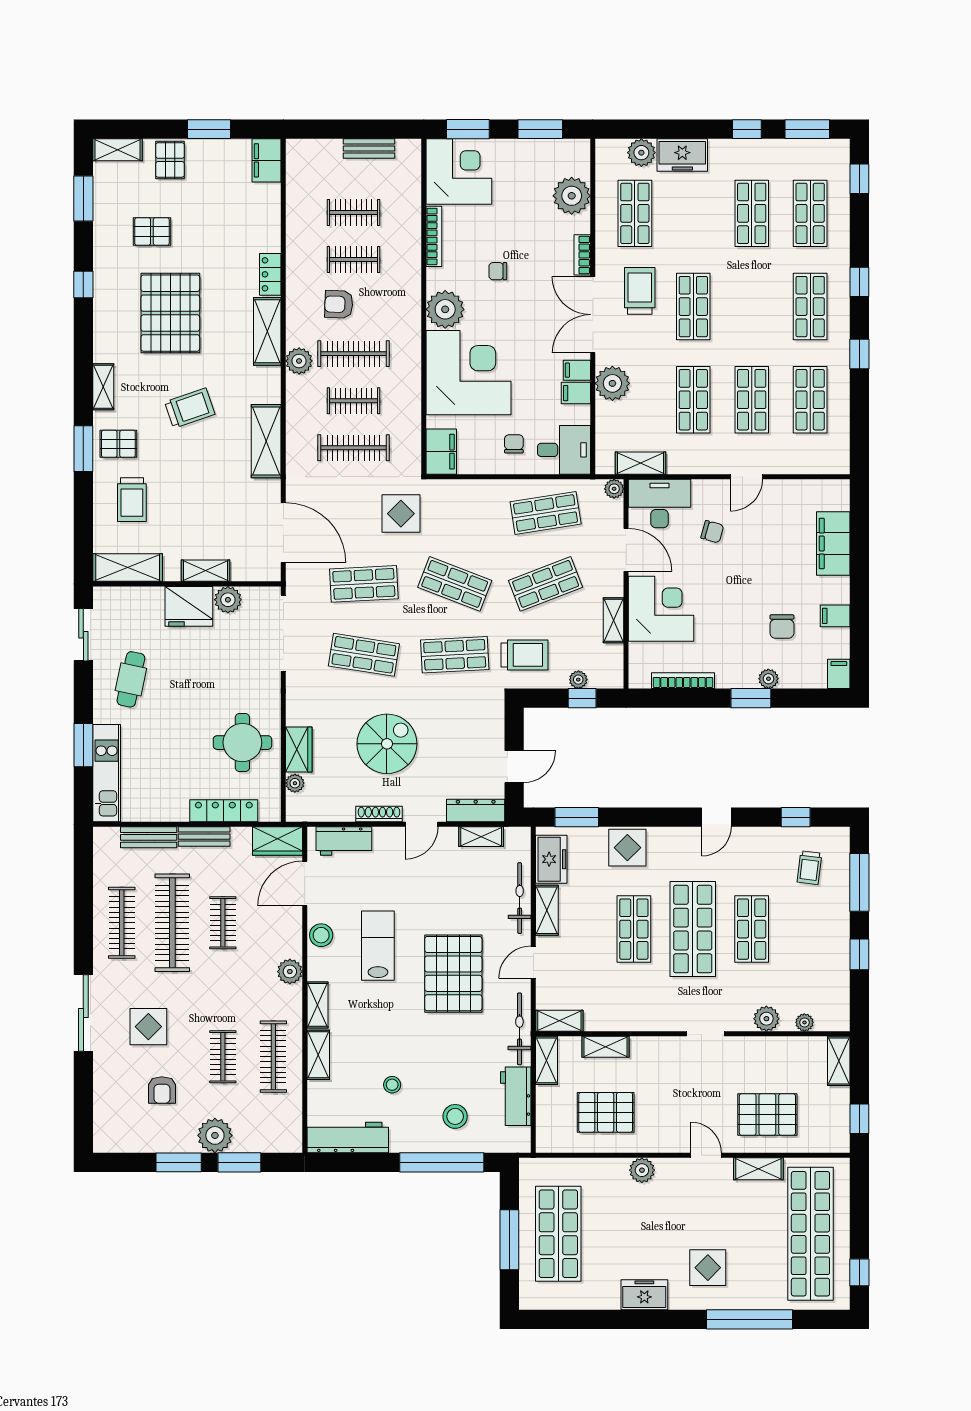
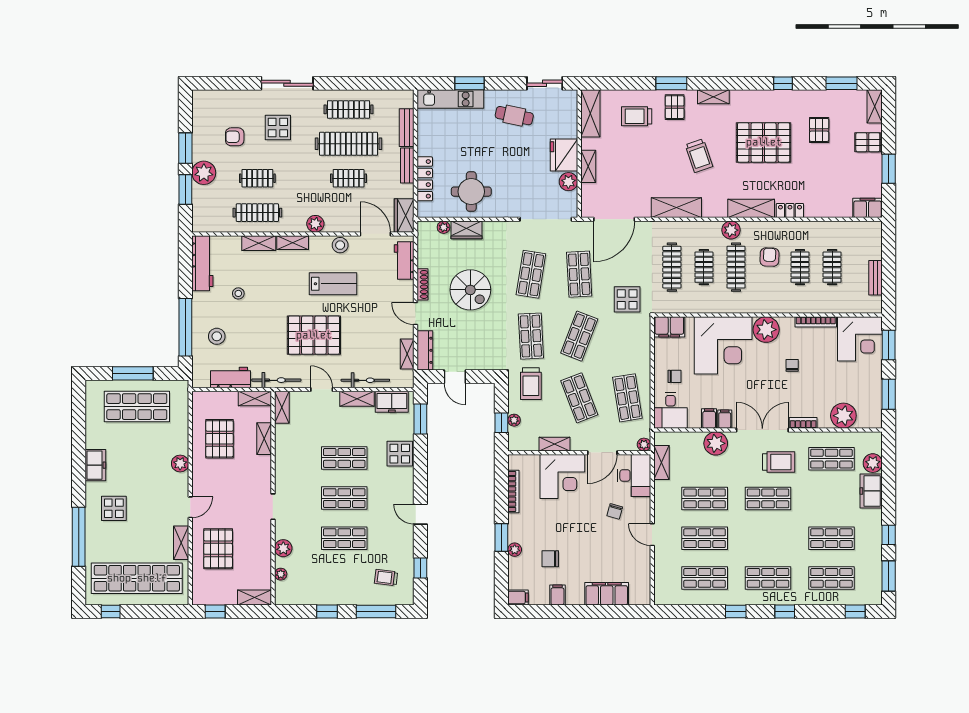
shop shelf: (693, 929) -> (344, 498), width x0.70, depth x0.74

